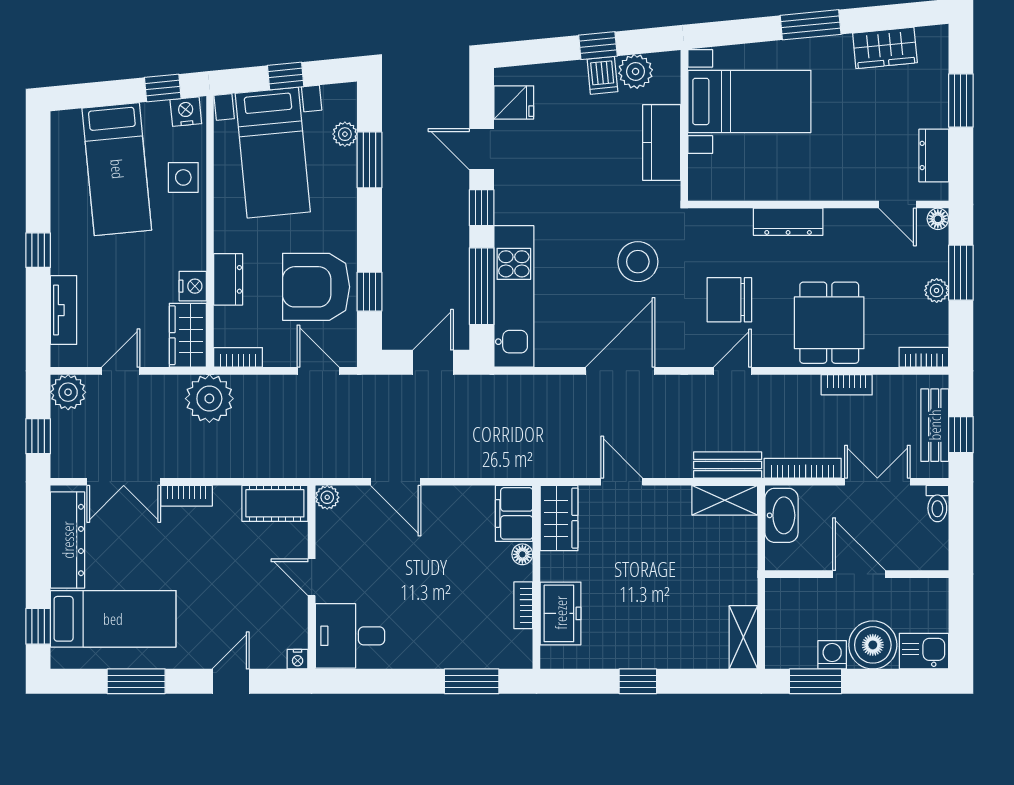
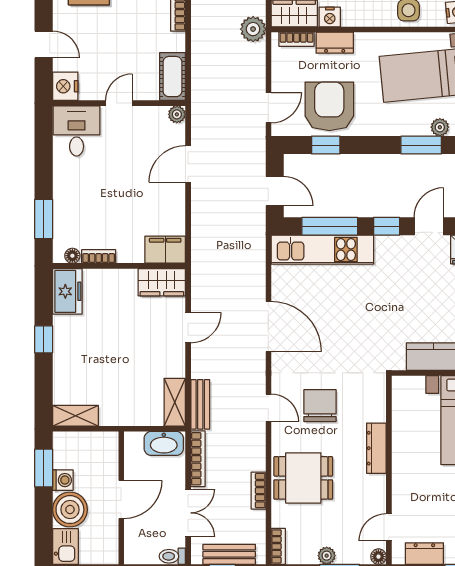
stool: (638, 262) -> (348, 339), removed
bookcase: (238, 357) -> (297, 39), moved, turned 90
plant: (209, 399) -> (253, 29), width x0.73, depth x0.73
floor lamp: (522, 554) -> (72, 256), moved
freezer: (561, 613) -> (67, 291), moved, turned -90
nightstand: (298, 659) -> (65, 86), width x1.89, depth x1.79

